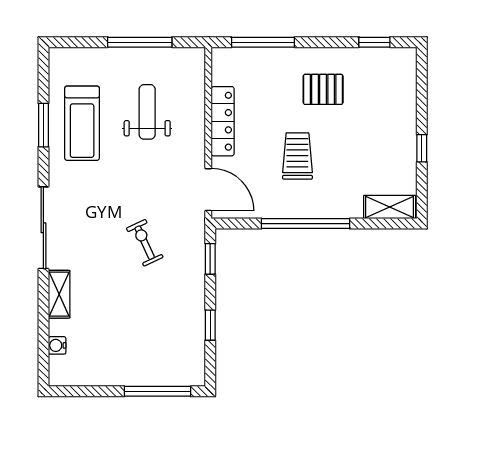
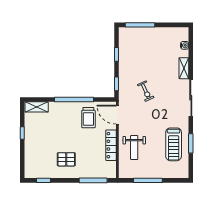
weight bench: (147, 112) -> (134, 147), moved
treadmill: (82, 123) -> (174, 144), turned 180
trolley: (297, 156) -> (88, 118), moved

